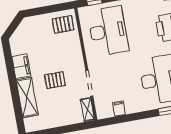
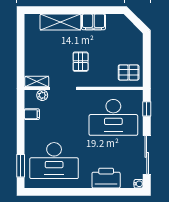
pallet: (63, 24) -> (129, 72), turned 90
pallet: (55, 80) -> (81, 62), moved
plant: (99, 102) -> (42, 95), added

